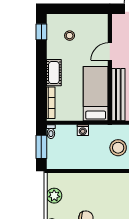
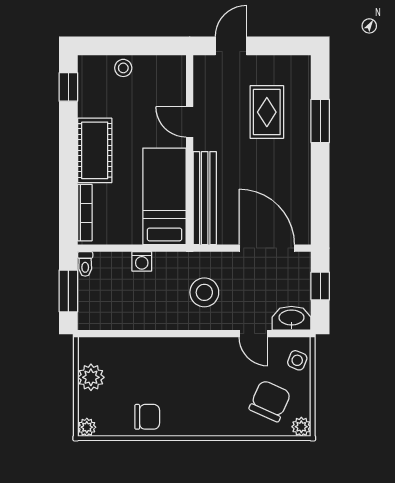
stool: (70, 36) -> (123, 68), moved
door: (110, 52) -> (190, 122), hinge flipped
cot: (54, 73) -> (95, 150), width x1.37, depth x1.34

